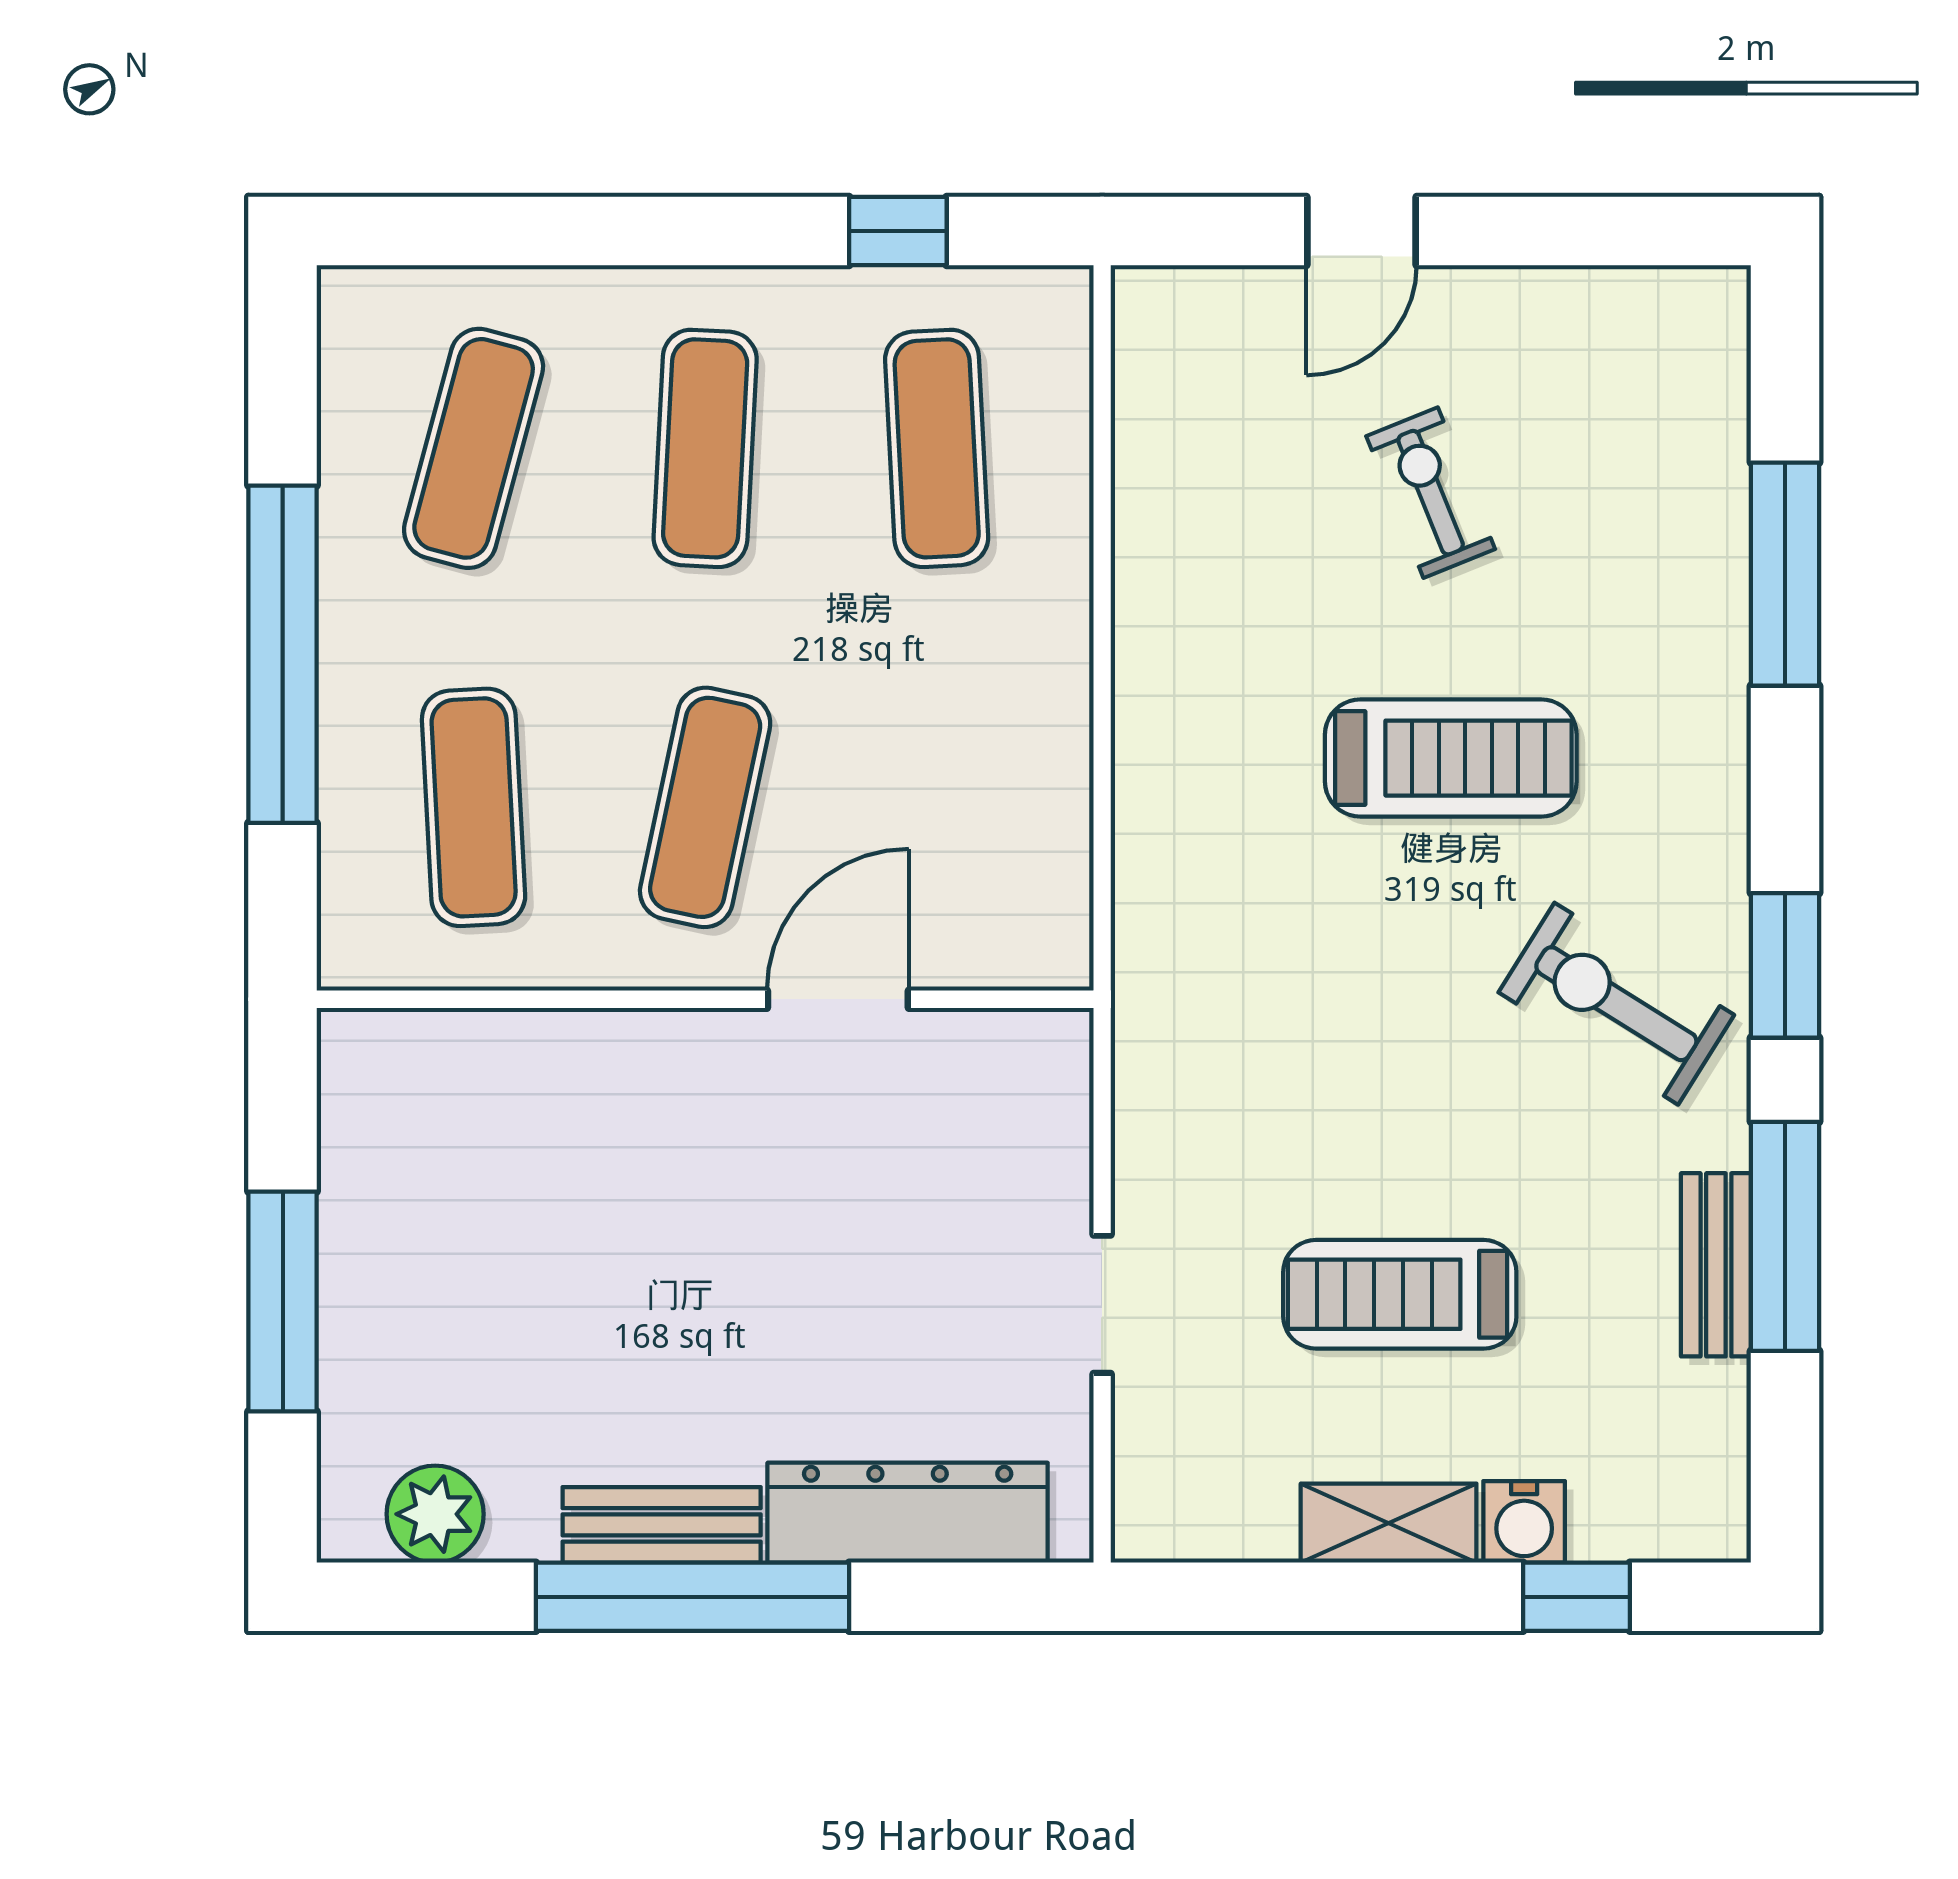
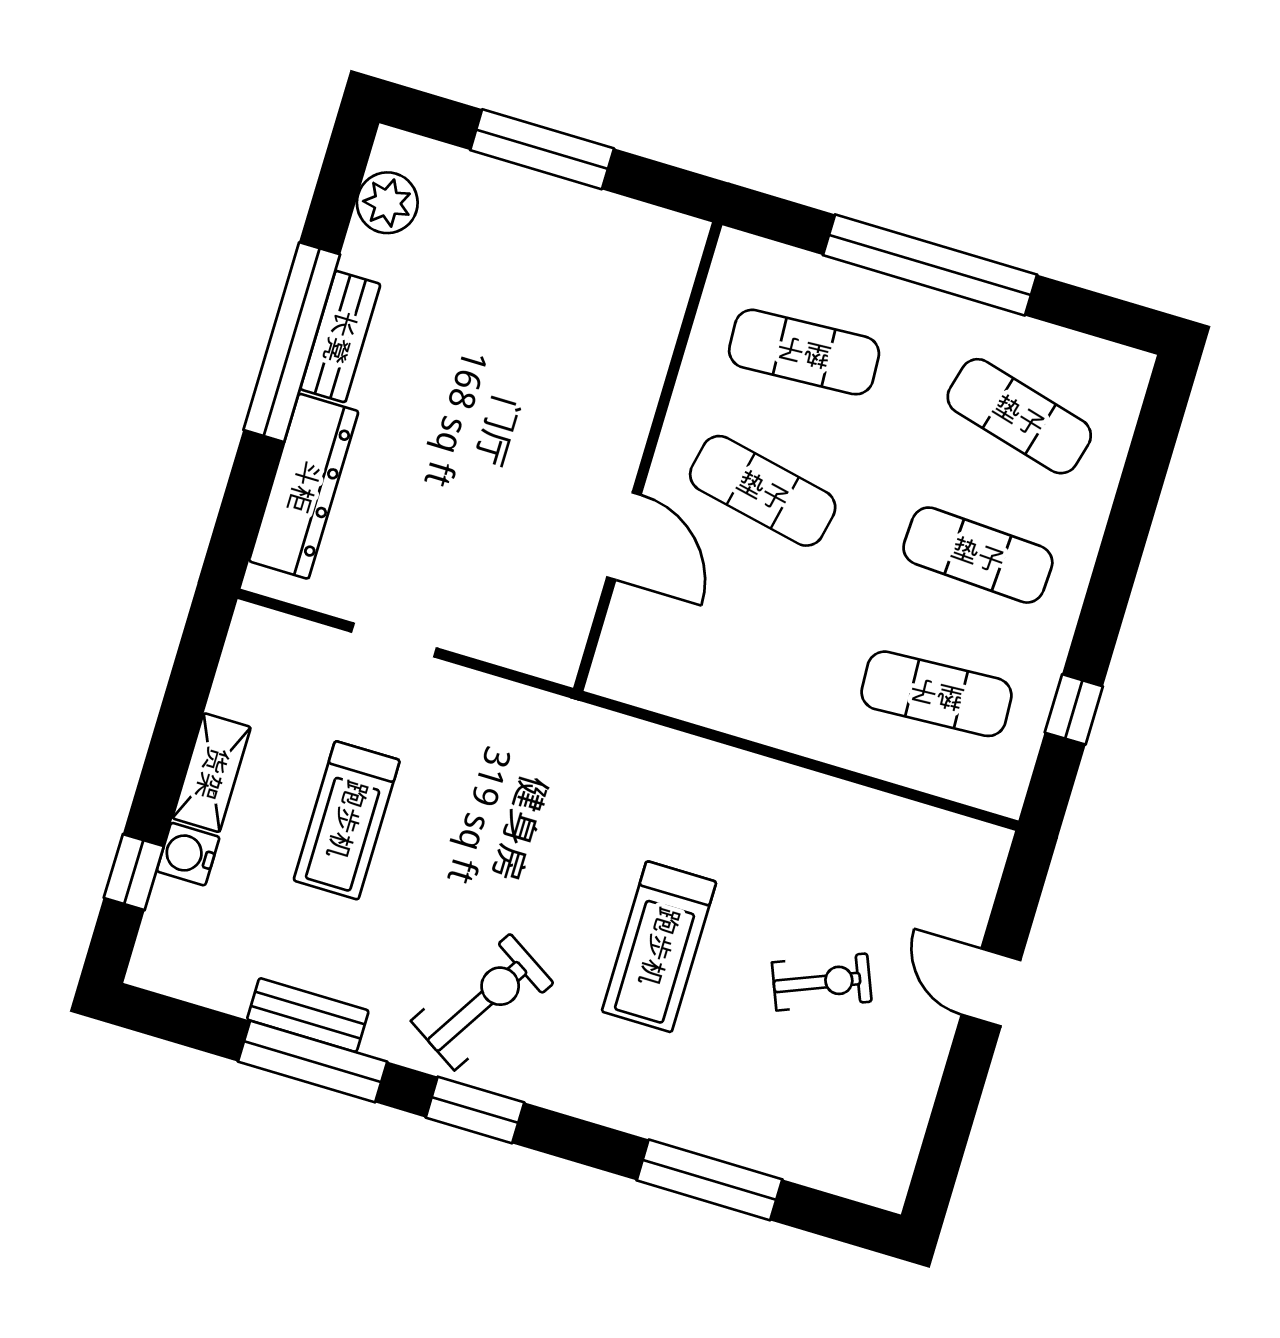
treadmill: (1400, 1294) -> (347, 820), turned 180

